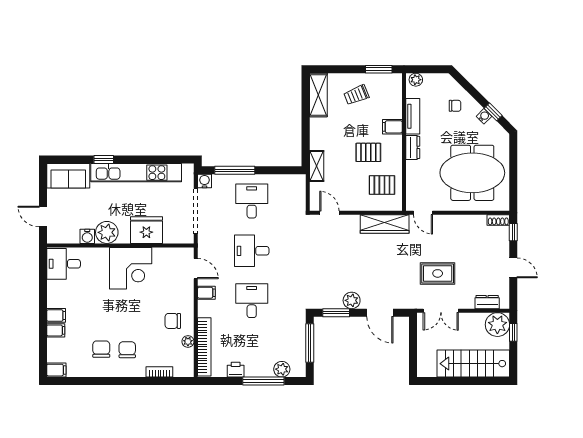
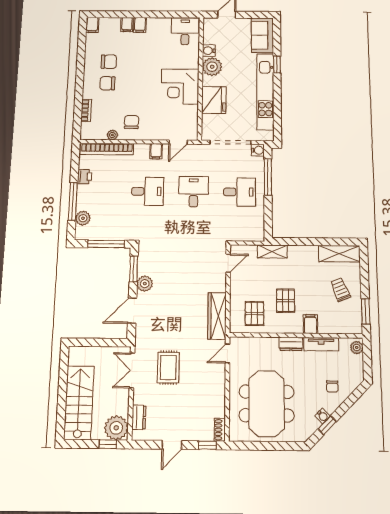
chair: (127, 350) -> (107, 83), turned 180

